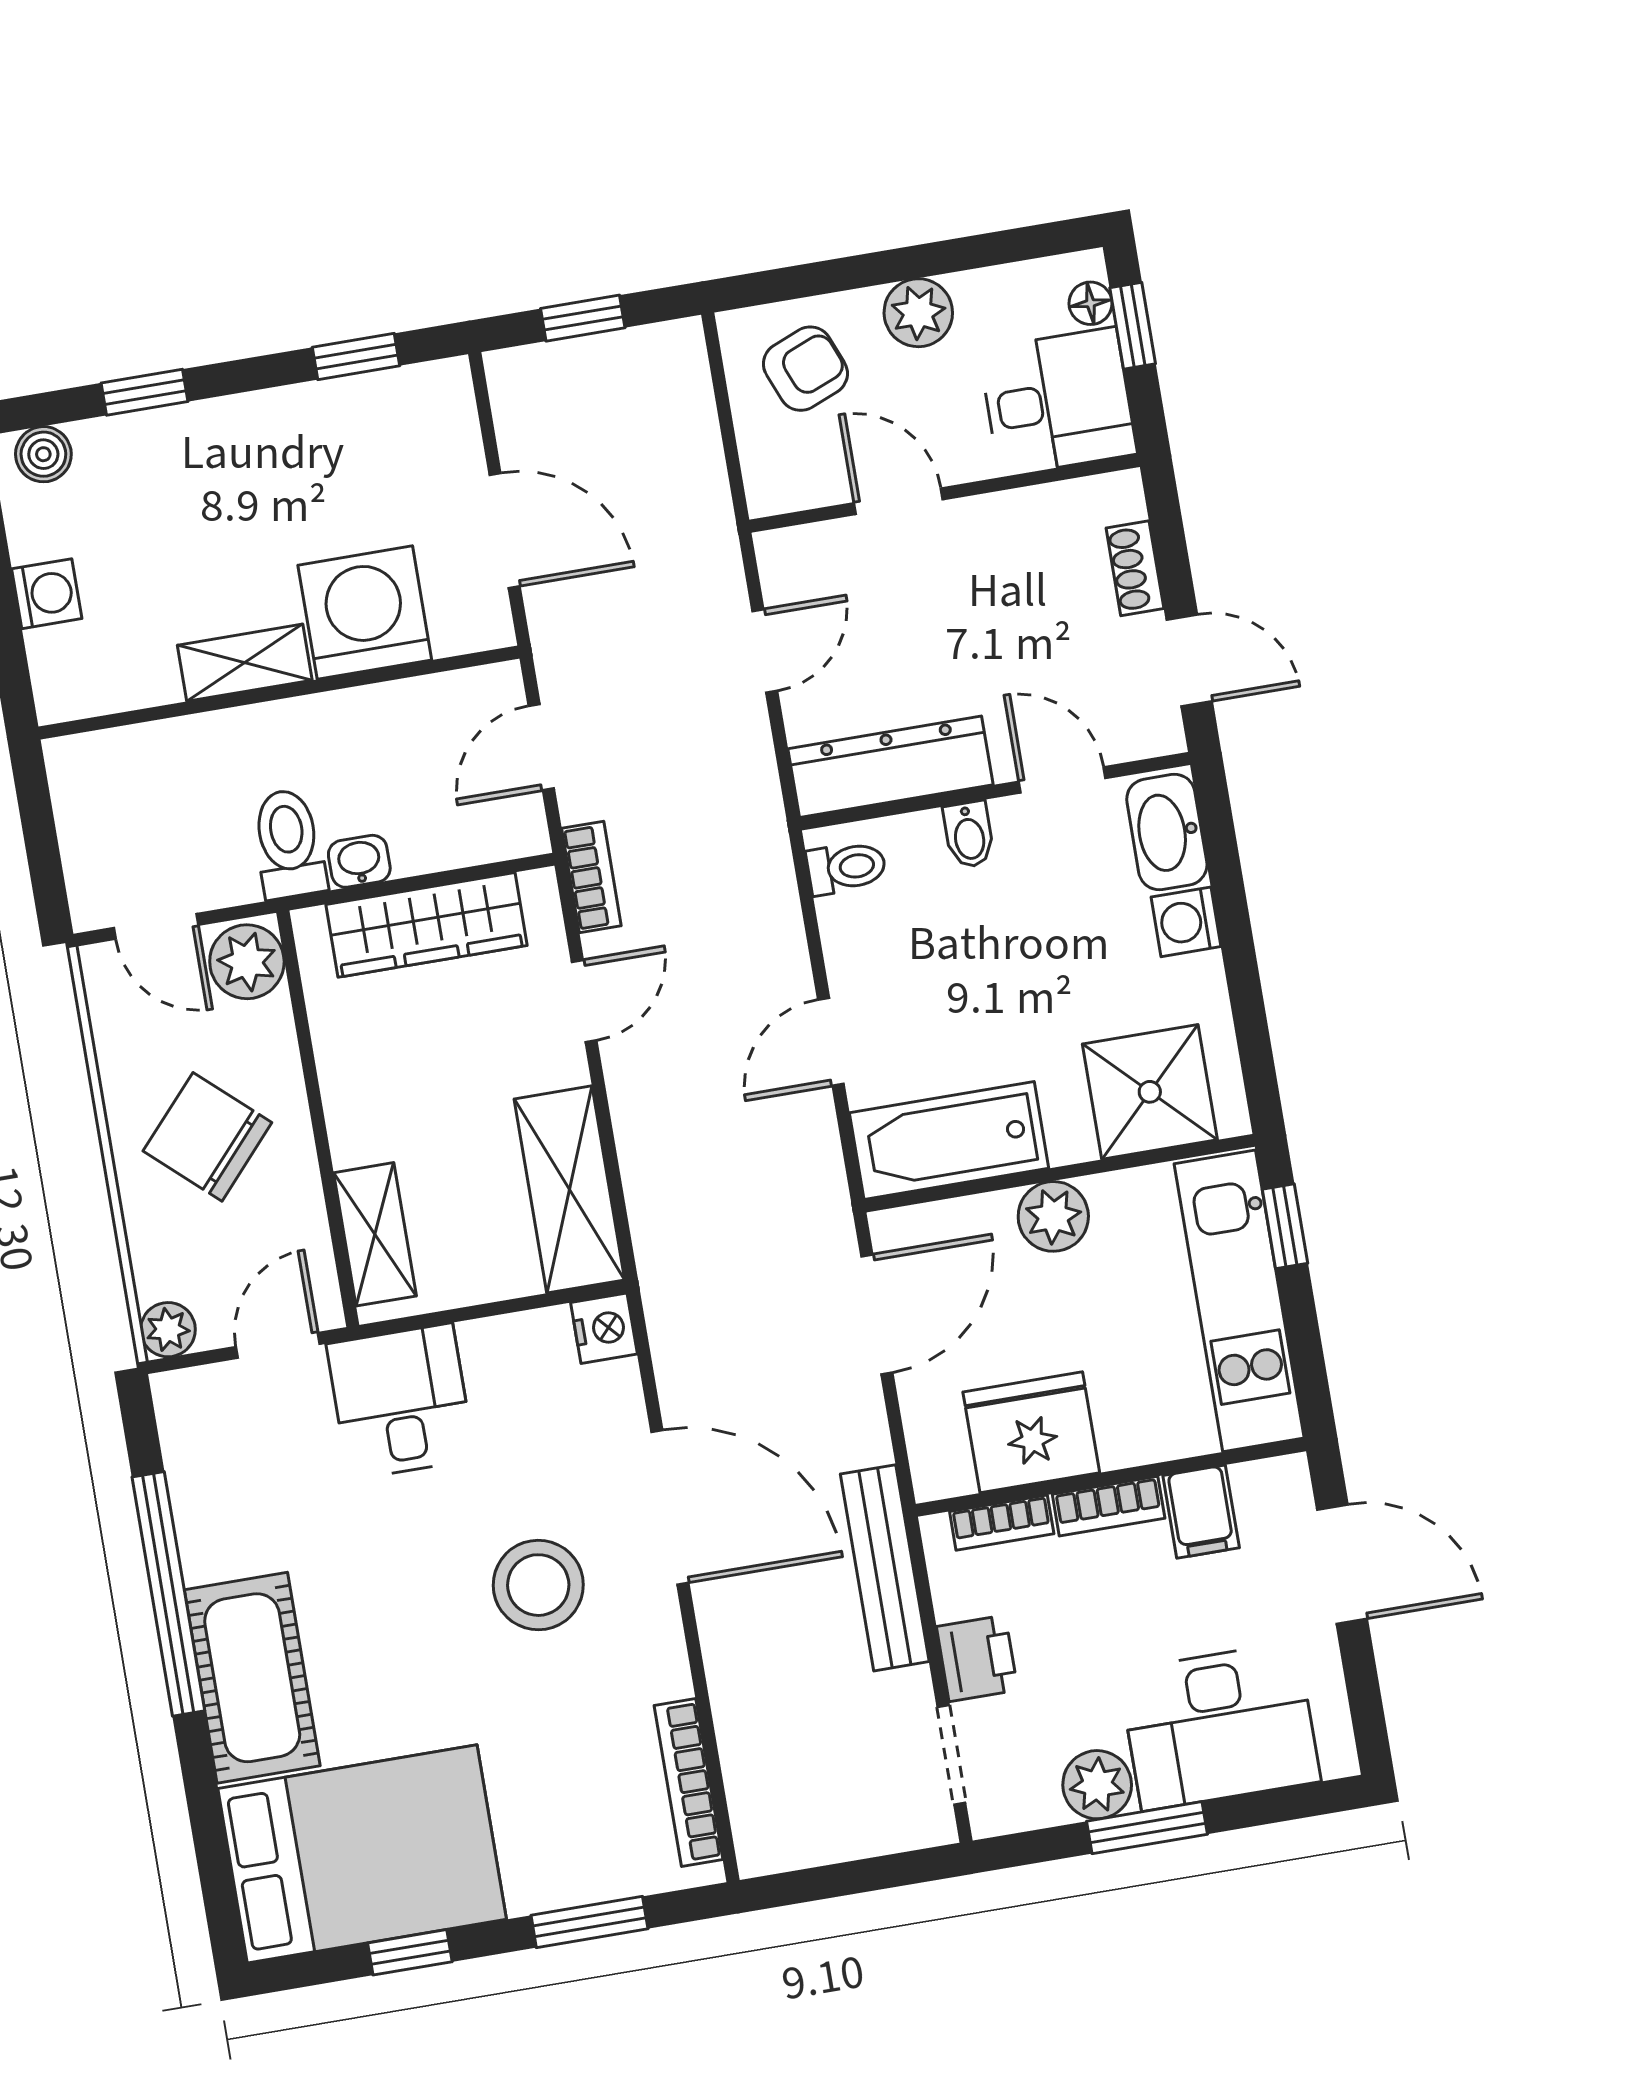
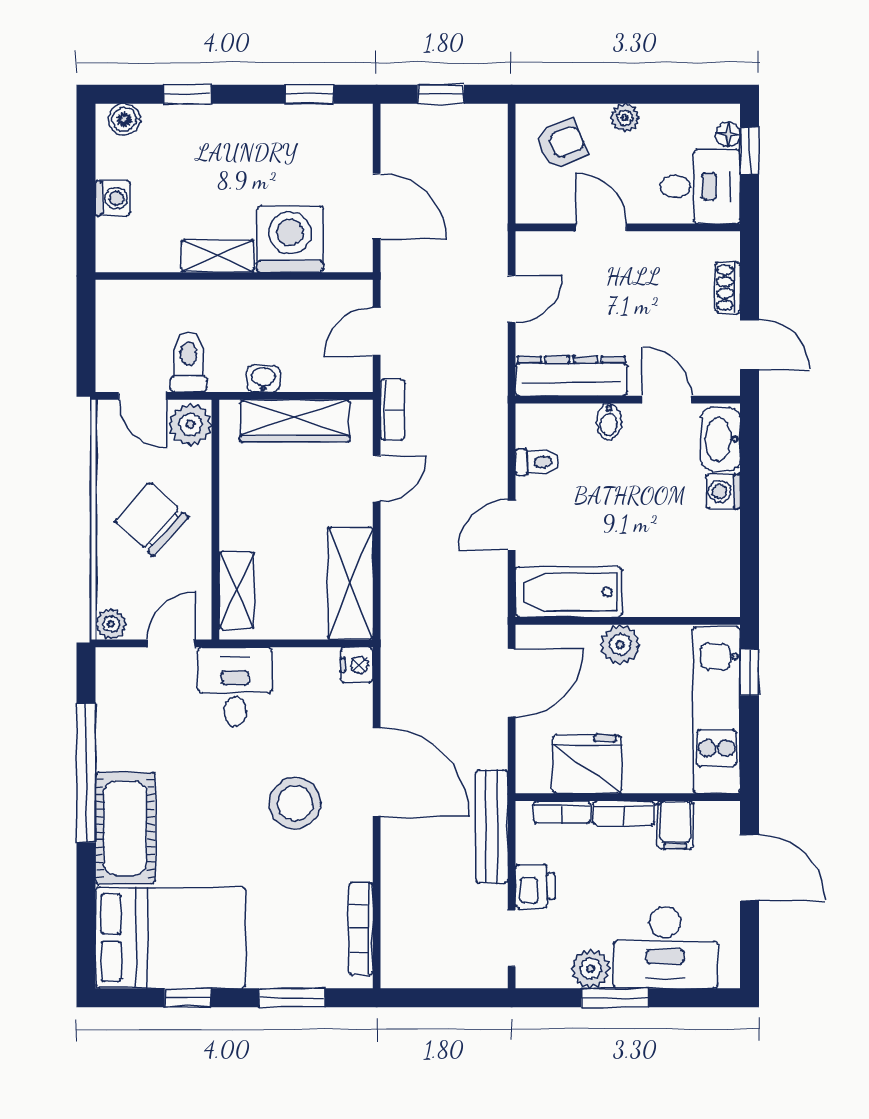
plant: (918, 313) -> (625, 118), width x0.73, depth x0.73
toilet: (289, 844) -> (189, 362), moved
toilet: (846, 868) -> (537, 462), moved
shower: (1150, 1092) -> (686, 584), removed

